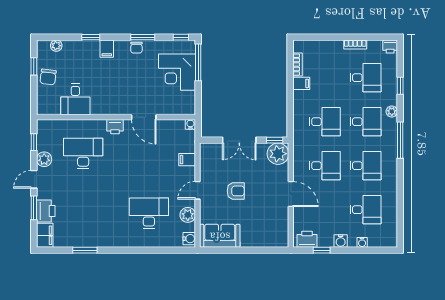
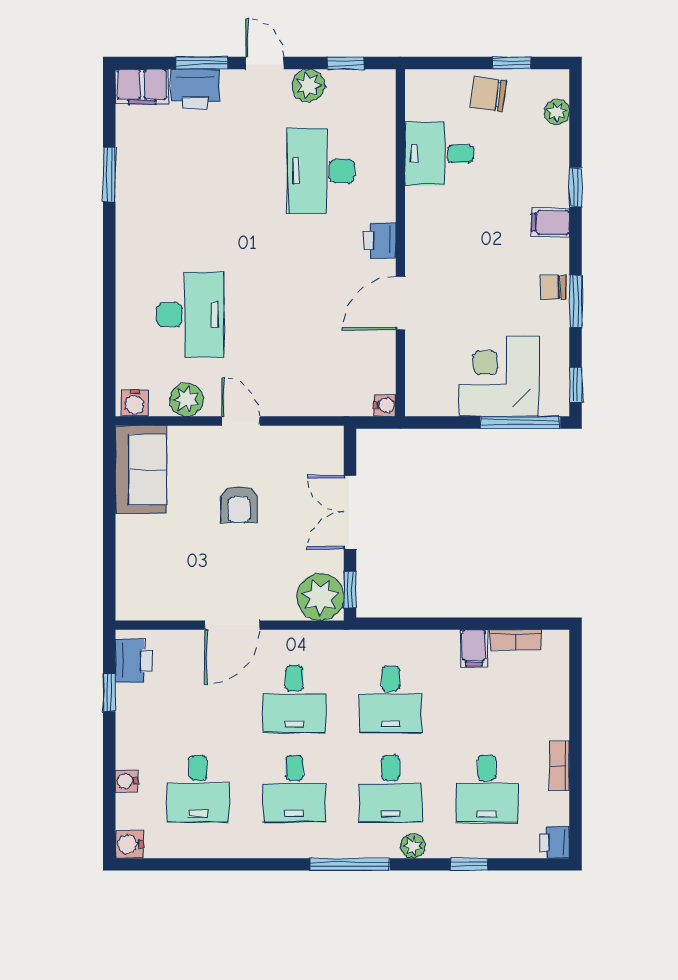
desk: (83, 153) -> (321, 171), turned 180
filing cabinet: (187, 160) -> (308, 398), removed
water cooler: (341, 241) -> (129, 844), moved

